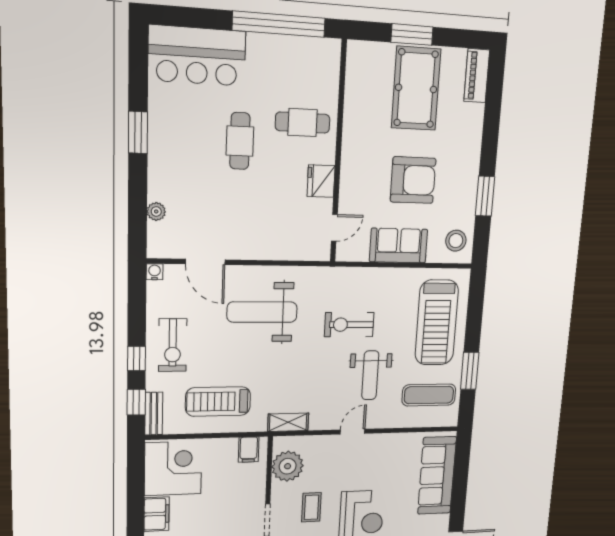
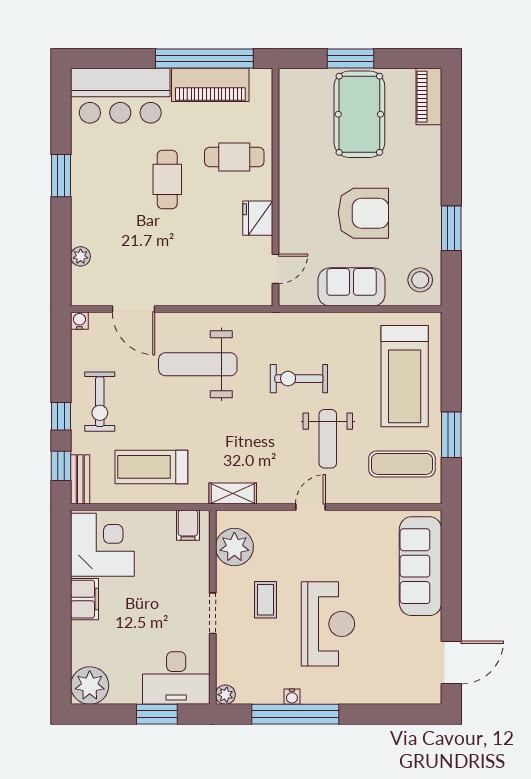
piano: (283, 51) -> (210, 85), added

